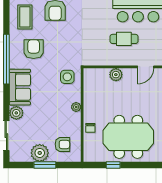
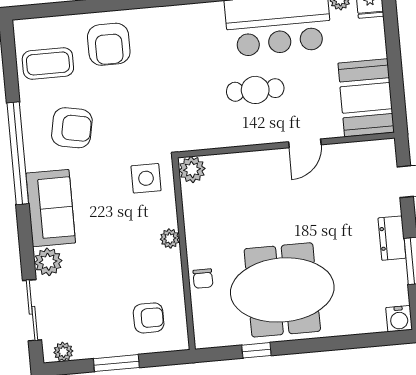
coffee table: (25, 17) -> (48, 63), turned 90
armchair: (34, 49) -> (72, 128), turned 101
plant: (116, 75) -> (192, 170), moved
plant: (40, 153) -> (63, 352), moved, width x0.53, depth x0.53

